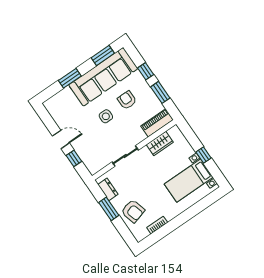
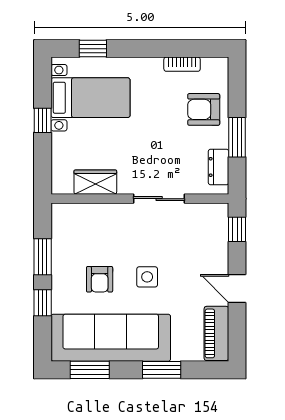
piano: (157, 123) -> (216, 333), moved, turned 90
window: (74, 158) -> (237, 229), moved
window: (203, 204) -> (93, 49), added
armchair: (133, 211) -> (204, 109), turned -74

